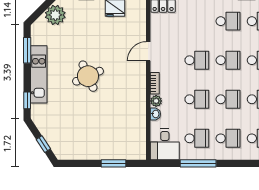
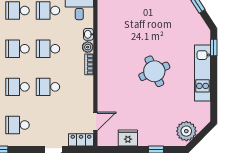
window: (27, 50) -> (214, 97), removed
door: (148, 51) -> (95, 121), moved

